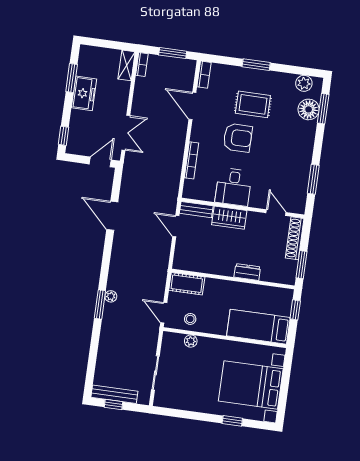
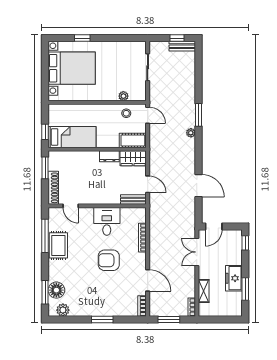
shelving: (127, 65) -> (204, 291), moved
rug: (253, 104) -> (58, 245), moved, turned 90
window: (313, 179) -> (45, 236), width x1.44
wardrobe: (229, 218) -> (133, 158), moved, turned 180
dresser: (247, 272) -> (109, 156), moved
plant: (111, 296) -> (191, 133), moved
bed: (258, 327) -> (72, 137), moved
bench: (114, 394) -> (182, 46), width x0.73

